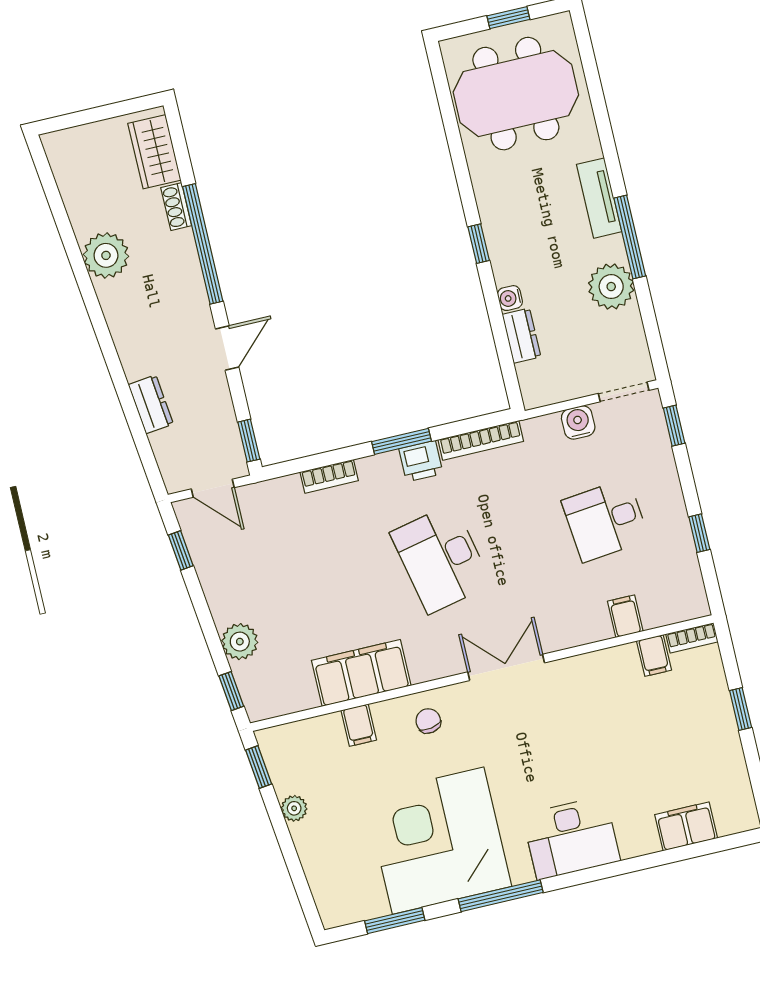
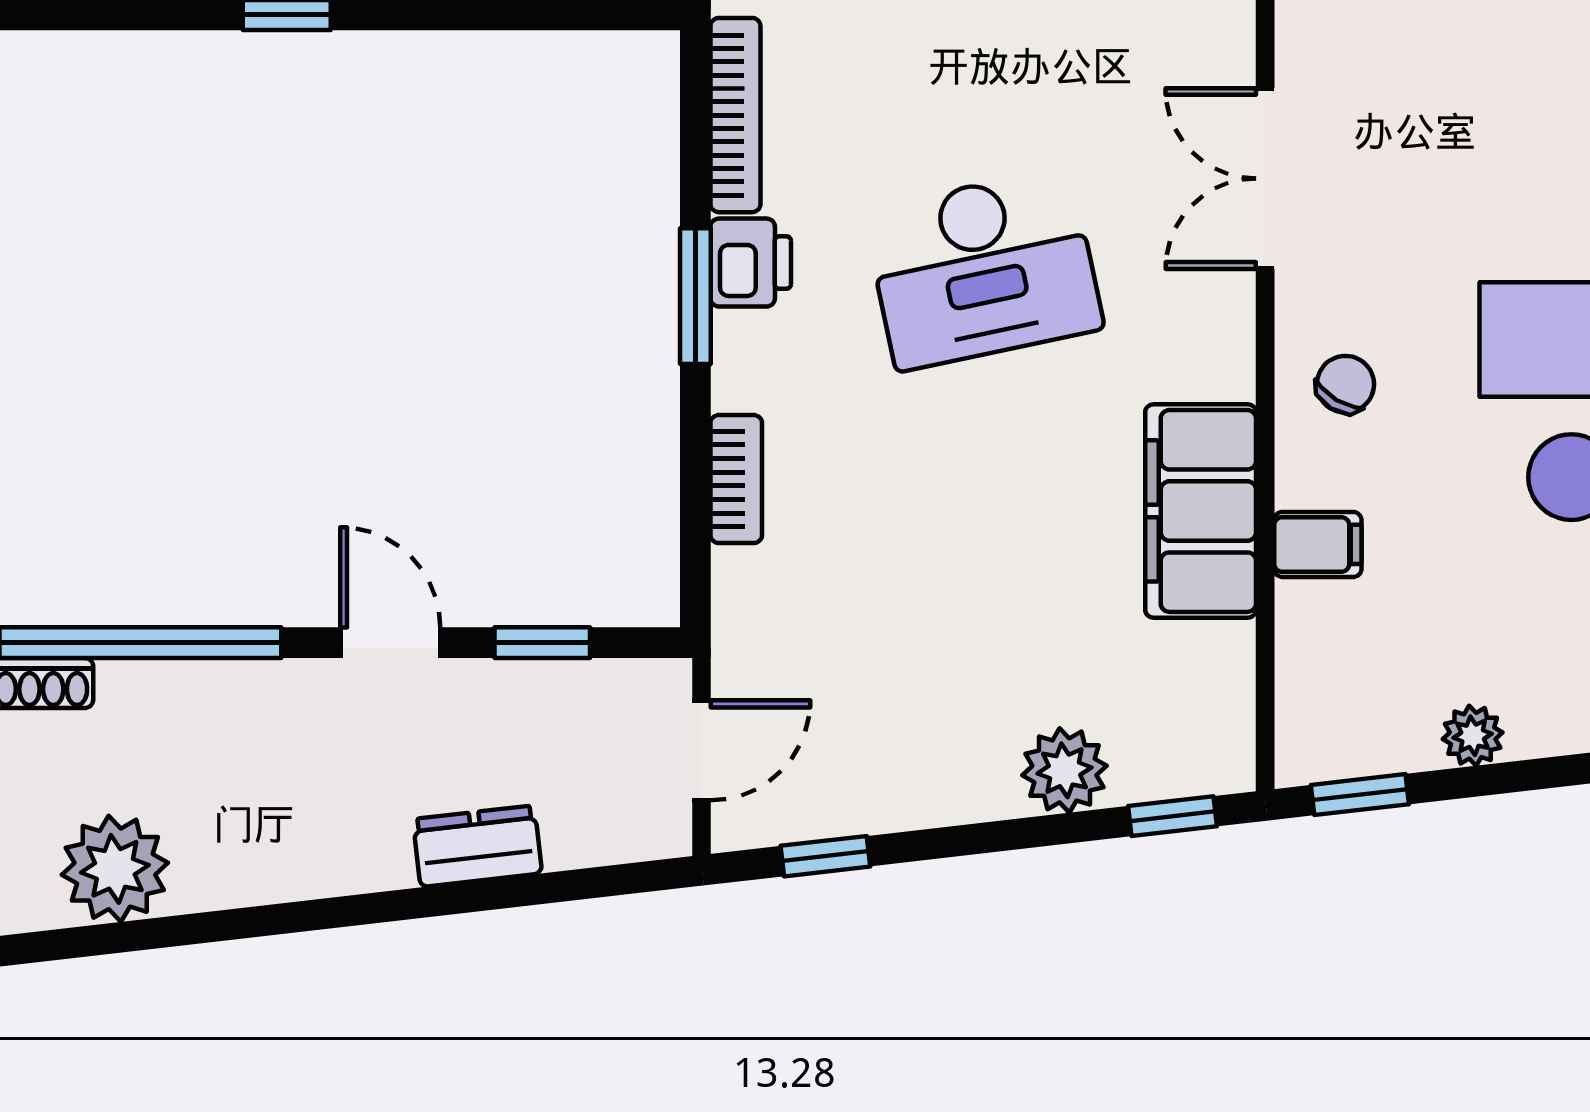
window: (249, 441) -> (542, 643), moved
chair: (428, 721) -> (1345, 384), turned 131

